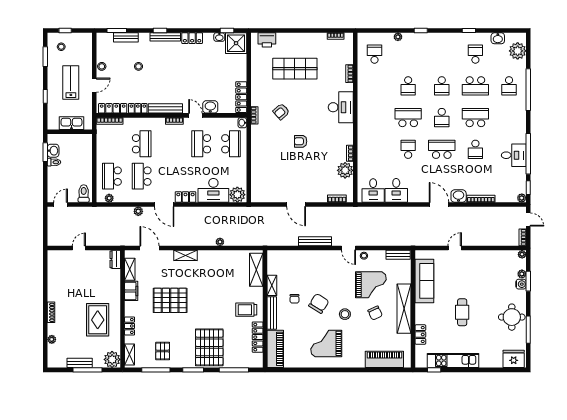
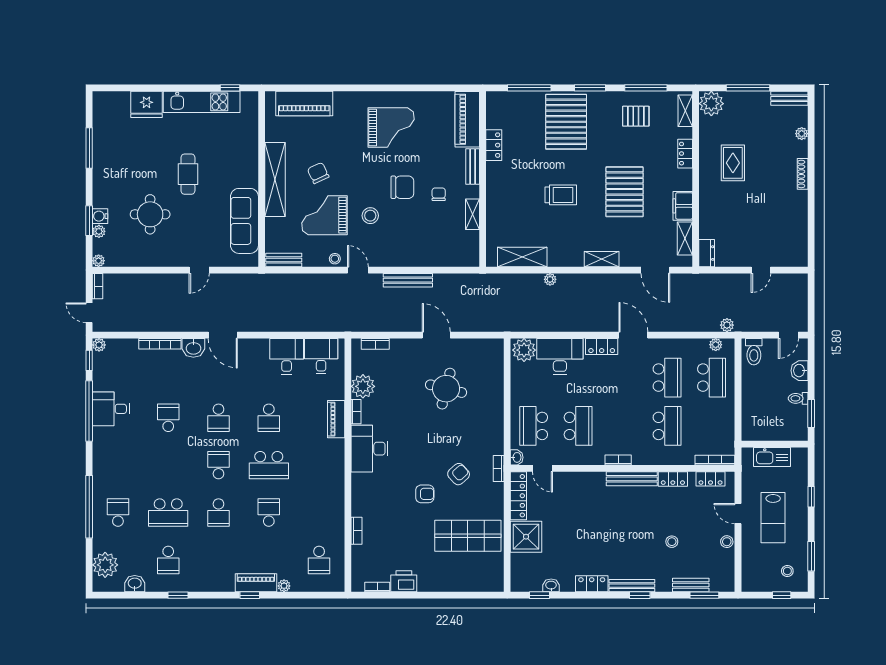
piano: (417, 39) -> (256, 583), added
printer: (267, 40) -> (404, 581), moved
shower: (236, 43) -> (526, 537), moved
shop shelf: (295, 69) -> (468, 536), moved
door: (94, 85) -> (738, 514), hinge flipped
school desk: (442, 86) -> (218, 513), turned 180
school desk: (475, 86) -> (168, 513), turned 180
washbasin: (210, 107) -> (565, 481), removed
desk: (341, 107) -> (369, 449), moved
locker: (113, 108) -> (711, 479), width x0.66
door: (195, 115) -> (543, 468), moved
school desk: (475, 118) -> (168, 465), removed
armchair: (301, 141) -> (425, 494), moved
school desk: (142, 144) -> (667, 426), turned 180
piano: (363, 148) -> (336, 419), added
school desk: (442, 149) -> (218, 418), width x0.54
washbasin: (53, 151) -> (799, 371), moved
round table: (290, 169) -> (446, 389), added
plant: (138, 211) -> (727, 325), moved
shelving: (256, 270) -> (522, 257), moved, turned 90
pallet: (170, 300) -> (625, 192), turned 90
chair: (319, 303) -> (402, 187), turned -122
trolley: (246, 310) -> (561, 195), moved
bench: (272, 313) -> (473, 166), width x0.73
stool: (345, 314) -> (370, 216), moved
round table: (512, 317) -> (150, 214), moved
rug: (98, 320) -> (733, 163), width x0.73, depth x0.70
locker: (420, 335) -> (251, 141), removed
locker: (258, 337) -> (494, 145), width x0.66
pallet: (163, 351) -> (636, 116), turned 90
fridge: (514, 359) -> (147, 104), moved
bench: (80, 363) -> (789, 98), moved

